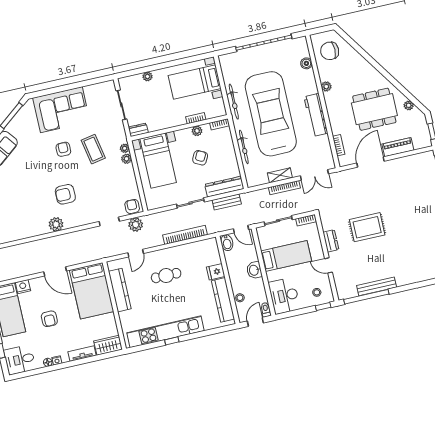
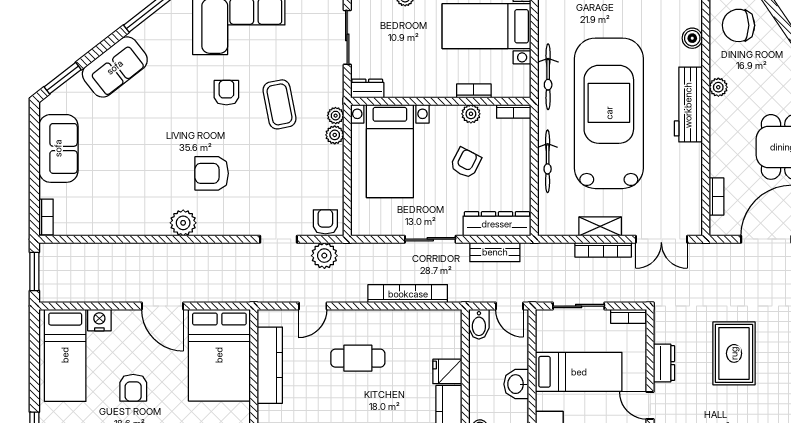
workbench: (316, 115) -> (688, 105), moved
rug: (367, 227) -> (734, 353), turned 90

